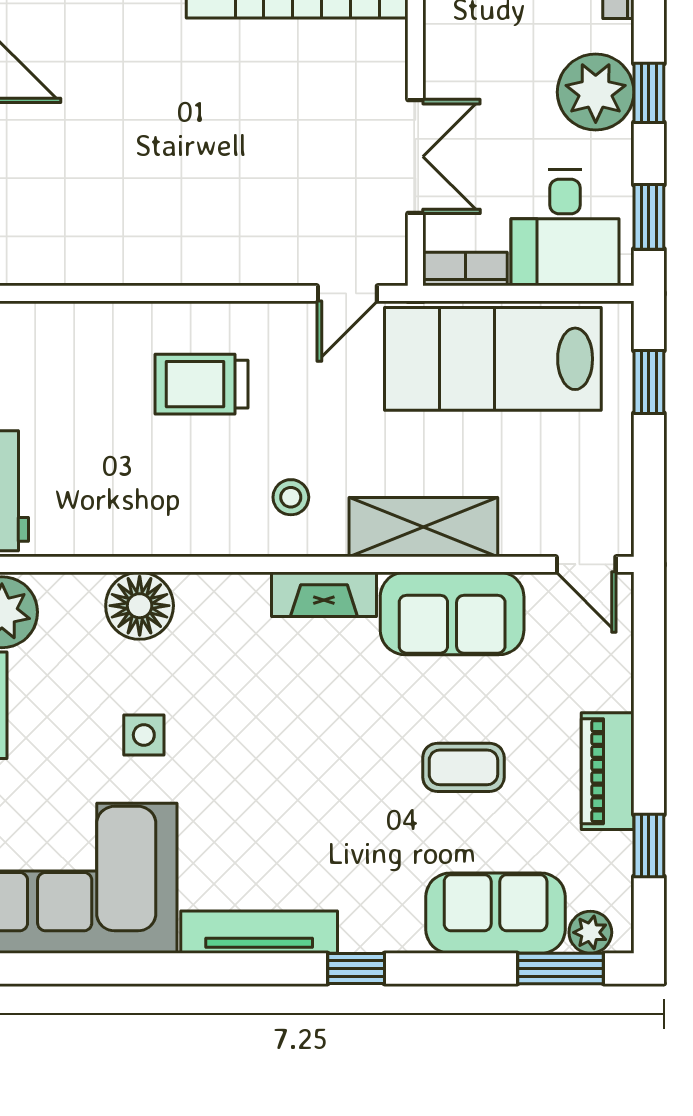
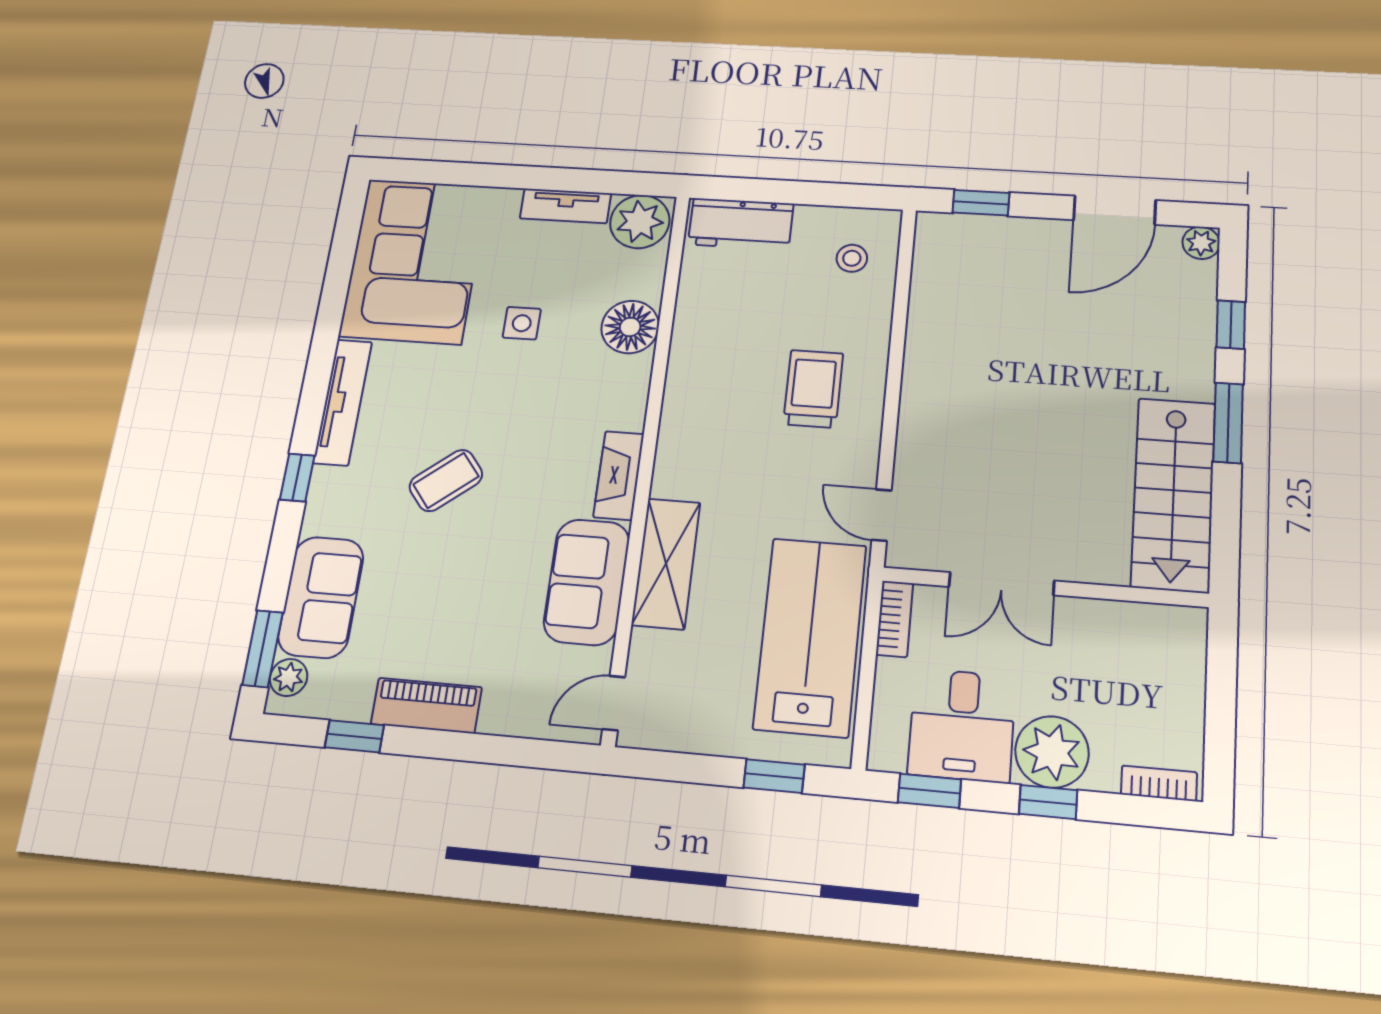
desk: (565, 228) -> (962, 725), moved, turned -90
stool: (291, 497) -> (852, 258), moved
coffee table: (463, 767) -> (446, 480), moved, turned 51

